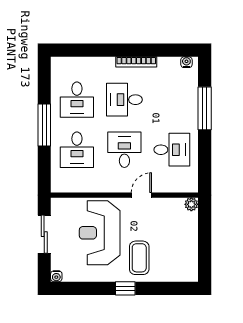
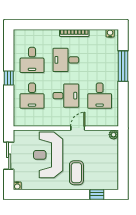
window: (44, 125) -> (9, 78), width x0.46
desk: (124, 150) -> (66, 96), turned 90
desk: (172, 150) -> (100, 96), turned 90
window: (125, 288) -> (97, 194), moved

